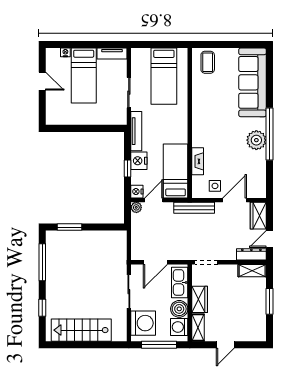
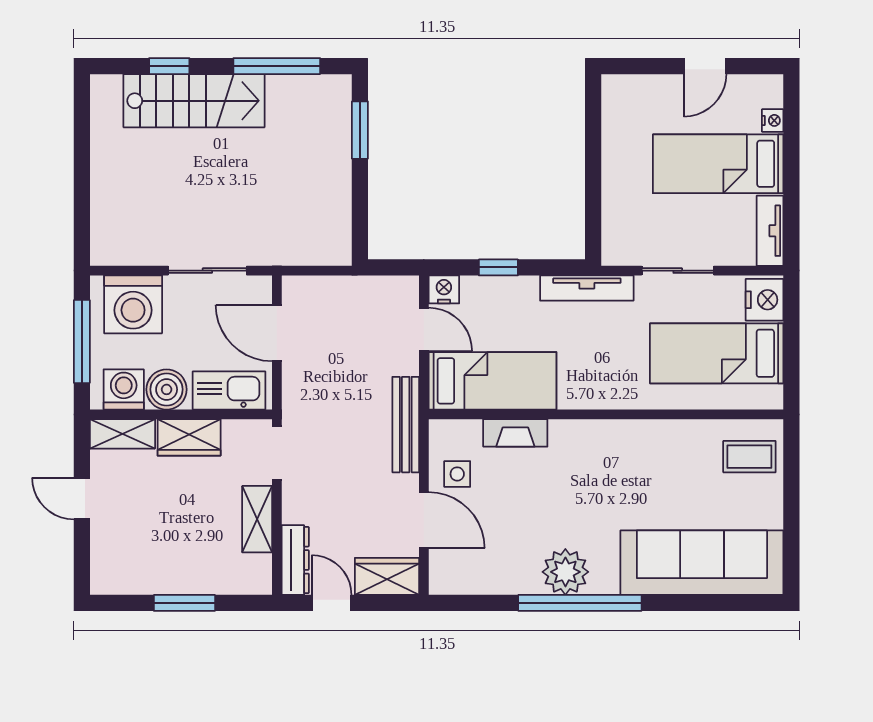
nightstand: (139, 161) -> (765, 300), moved, turned 90
plant: (136, 207) -> (406, 288), removed
shelving: (252, 271) -> (257, 519), moved
stairs: (81, 330) -> (194, 101), moved, turned 90

